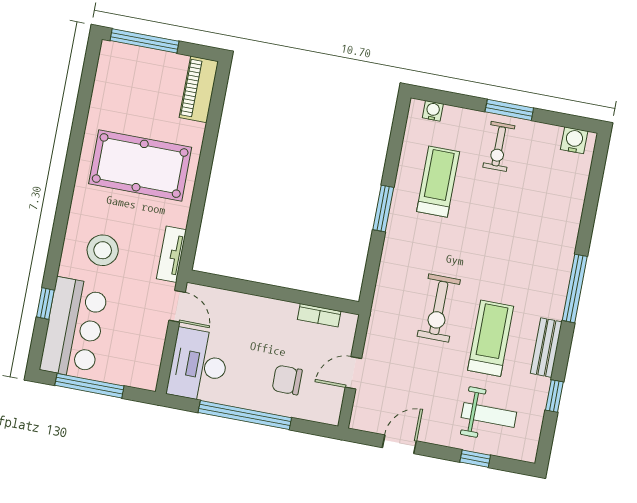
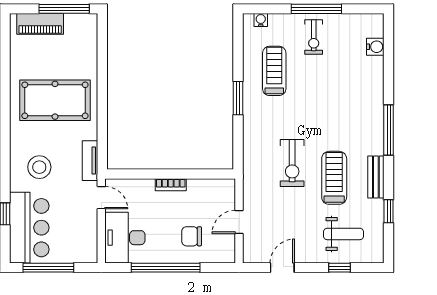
window: (144, 41) -> (64, 9), moved
piano: (199, 89) -> (40, 24), moved, turned -90
window: (509, 110) -> (316, 9), width x1.44
water cooler: (574, 140) -> (375, 47), moved, turned 90
bookcase: (319, 315) -> (171, 185), moved

